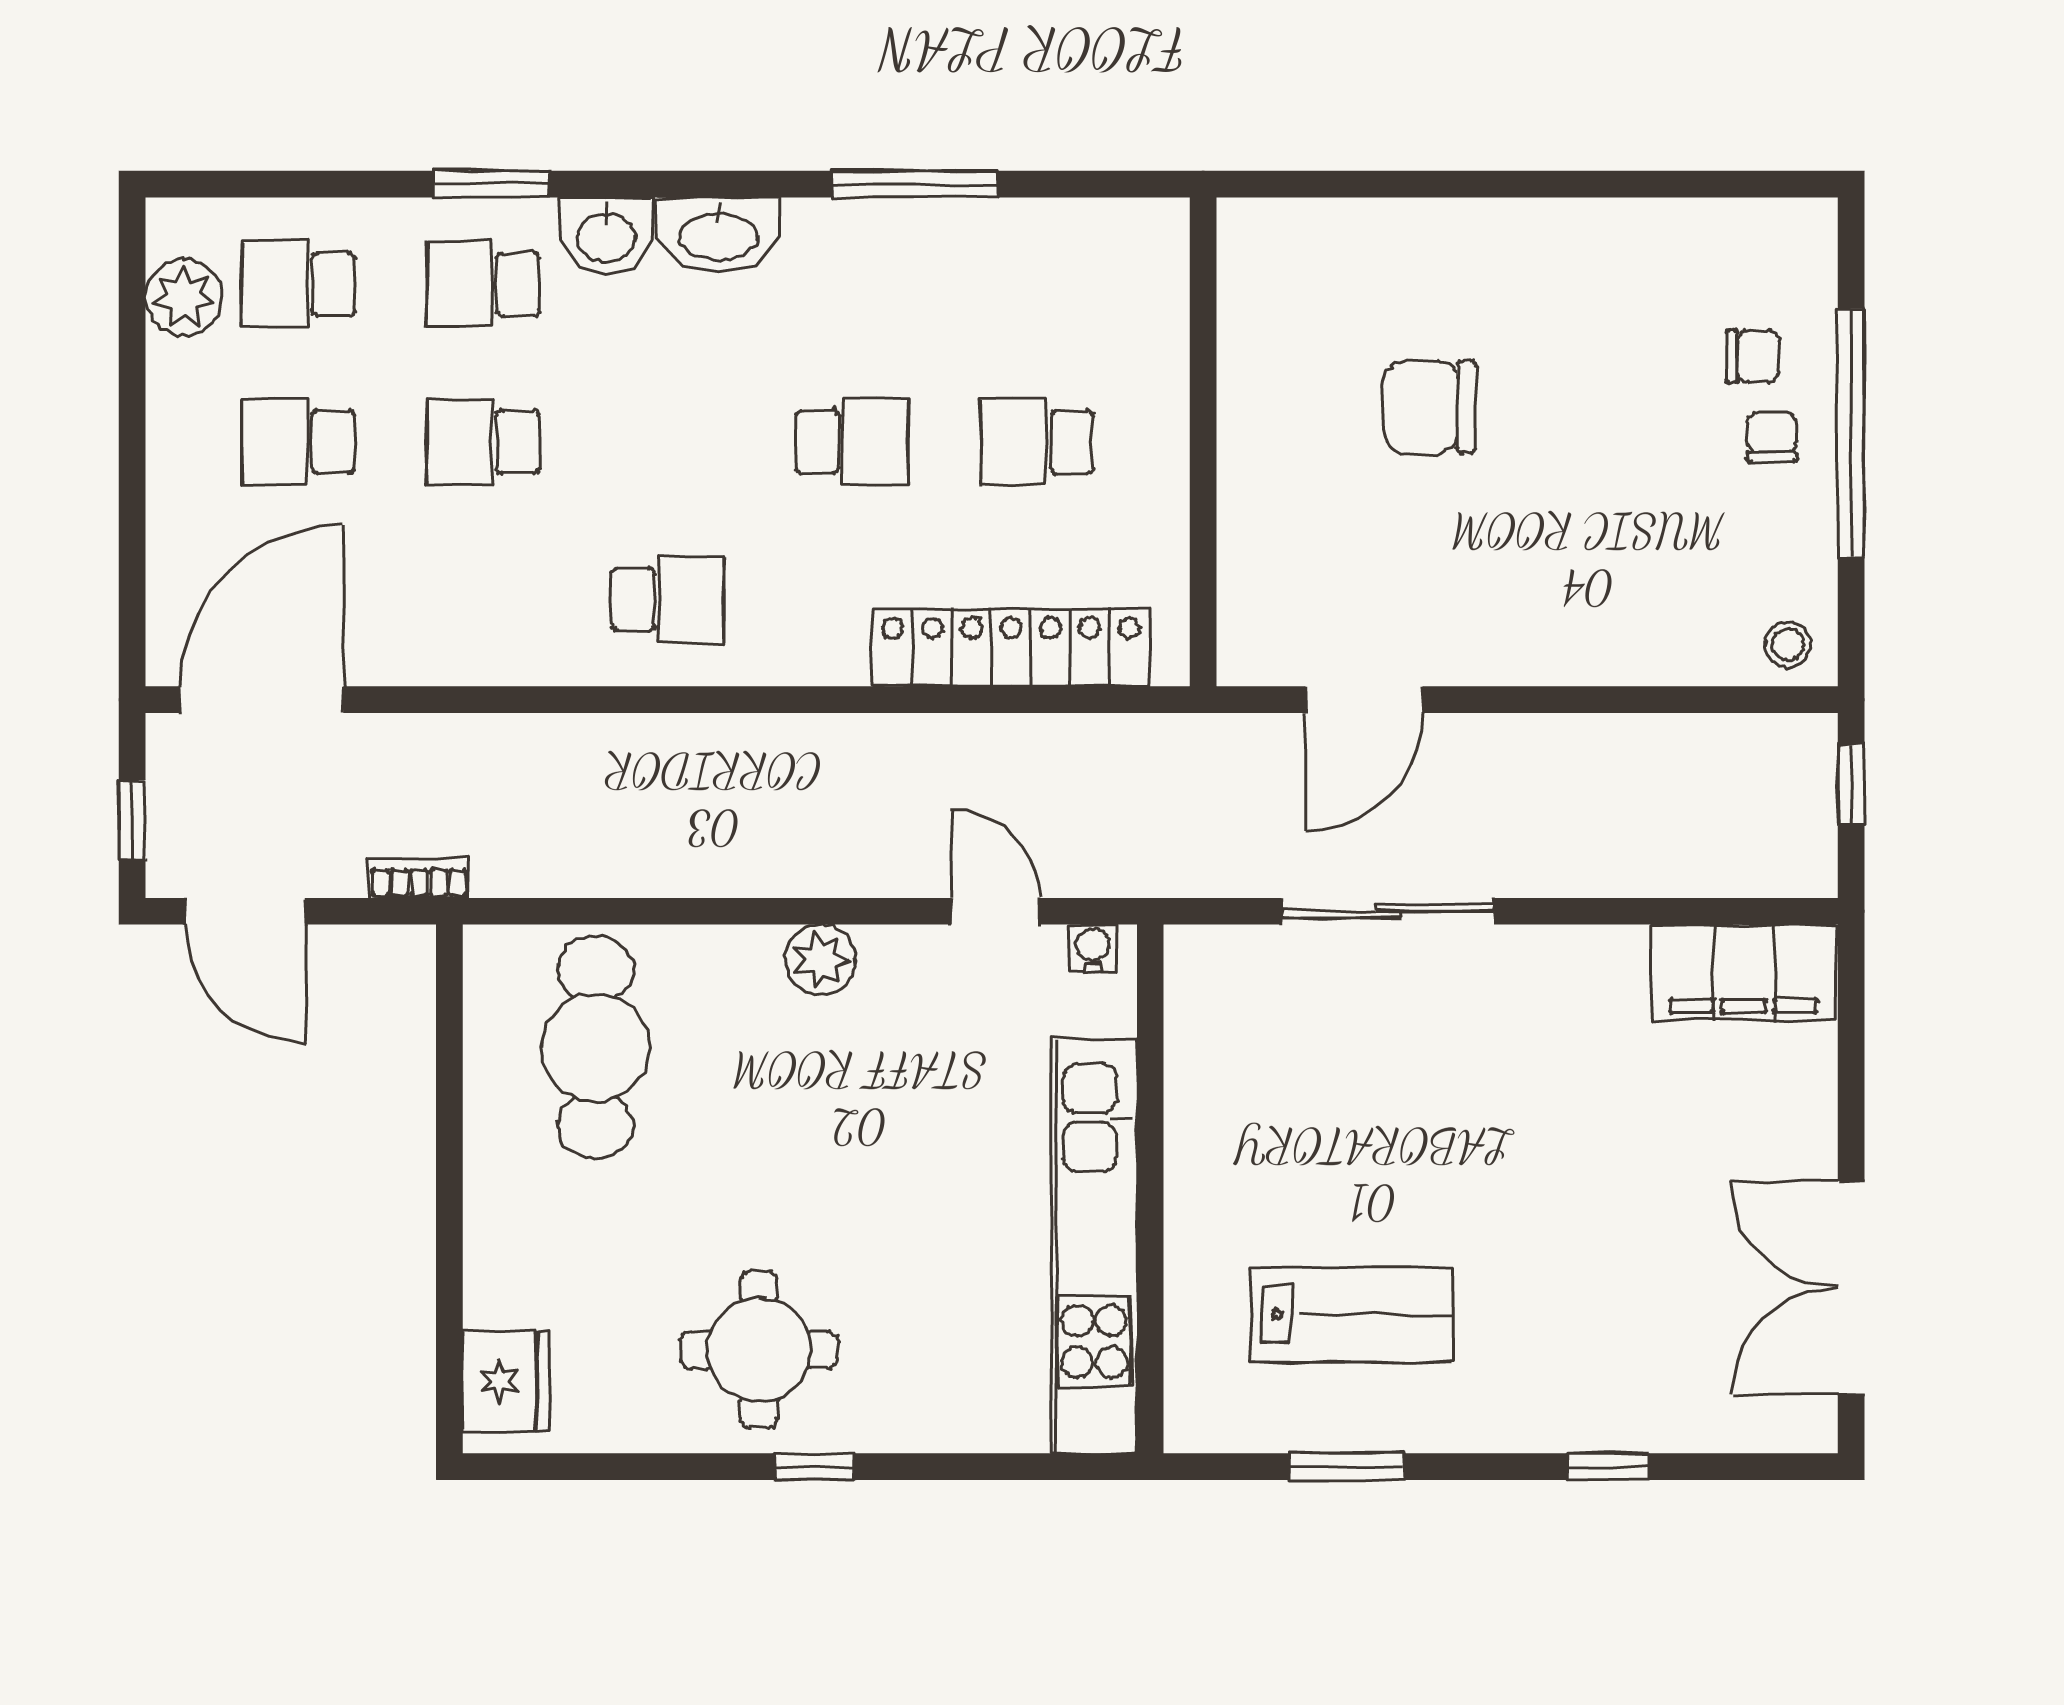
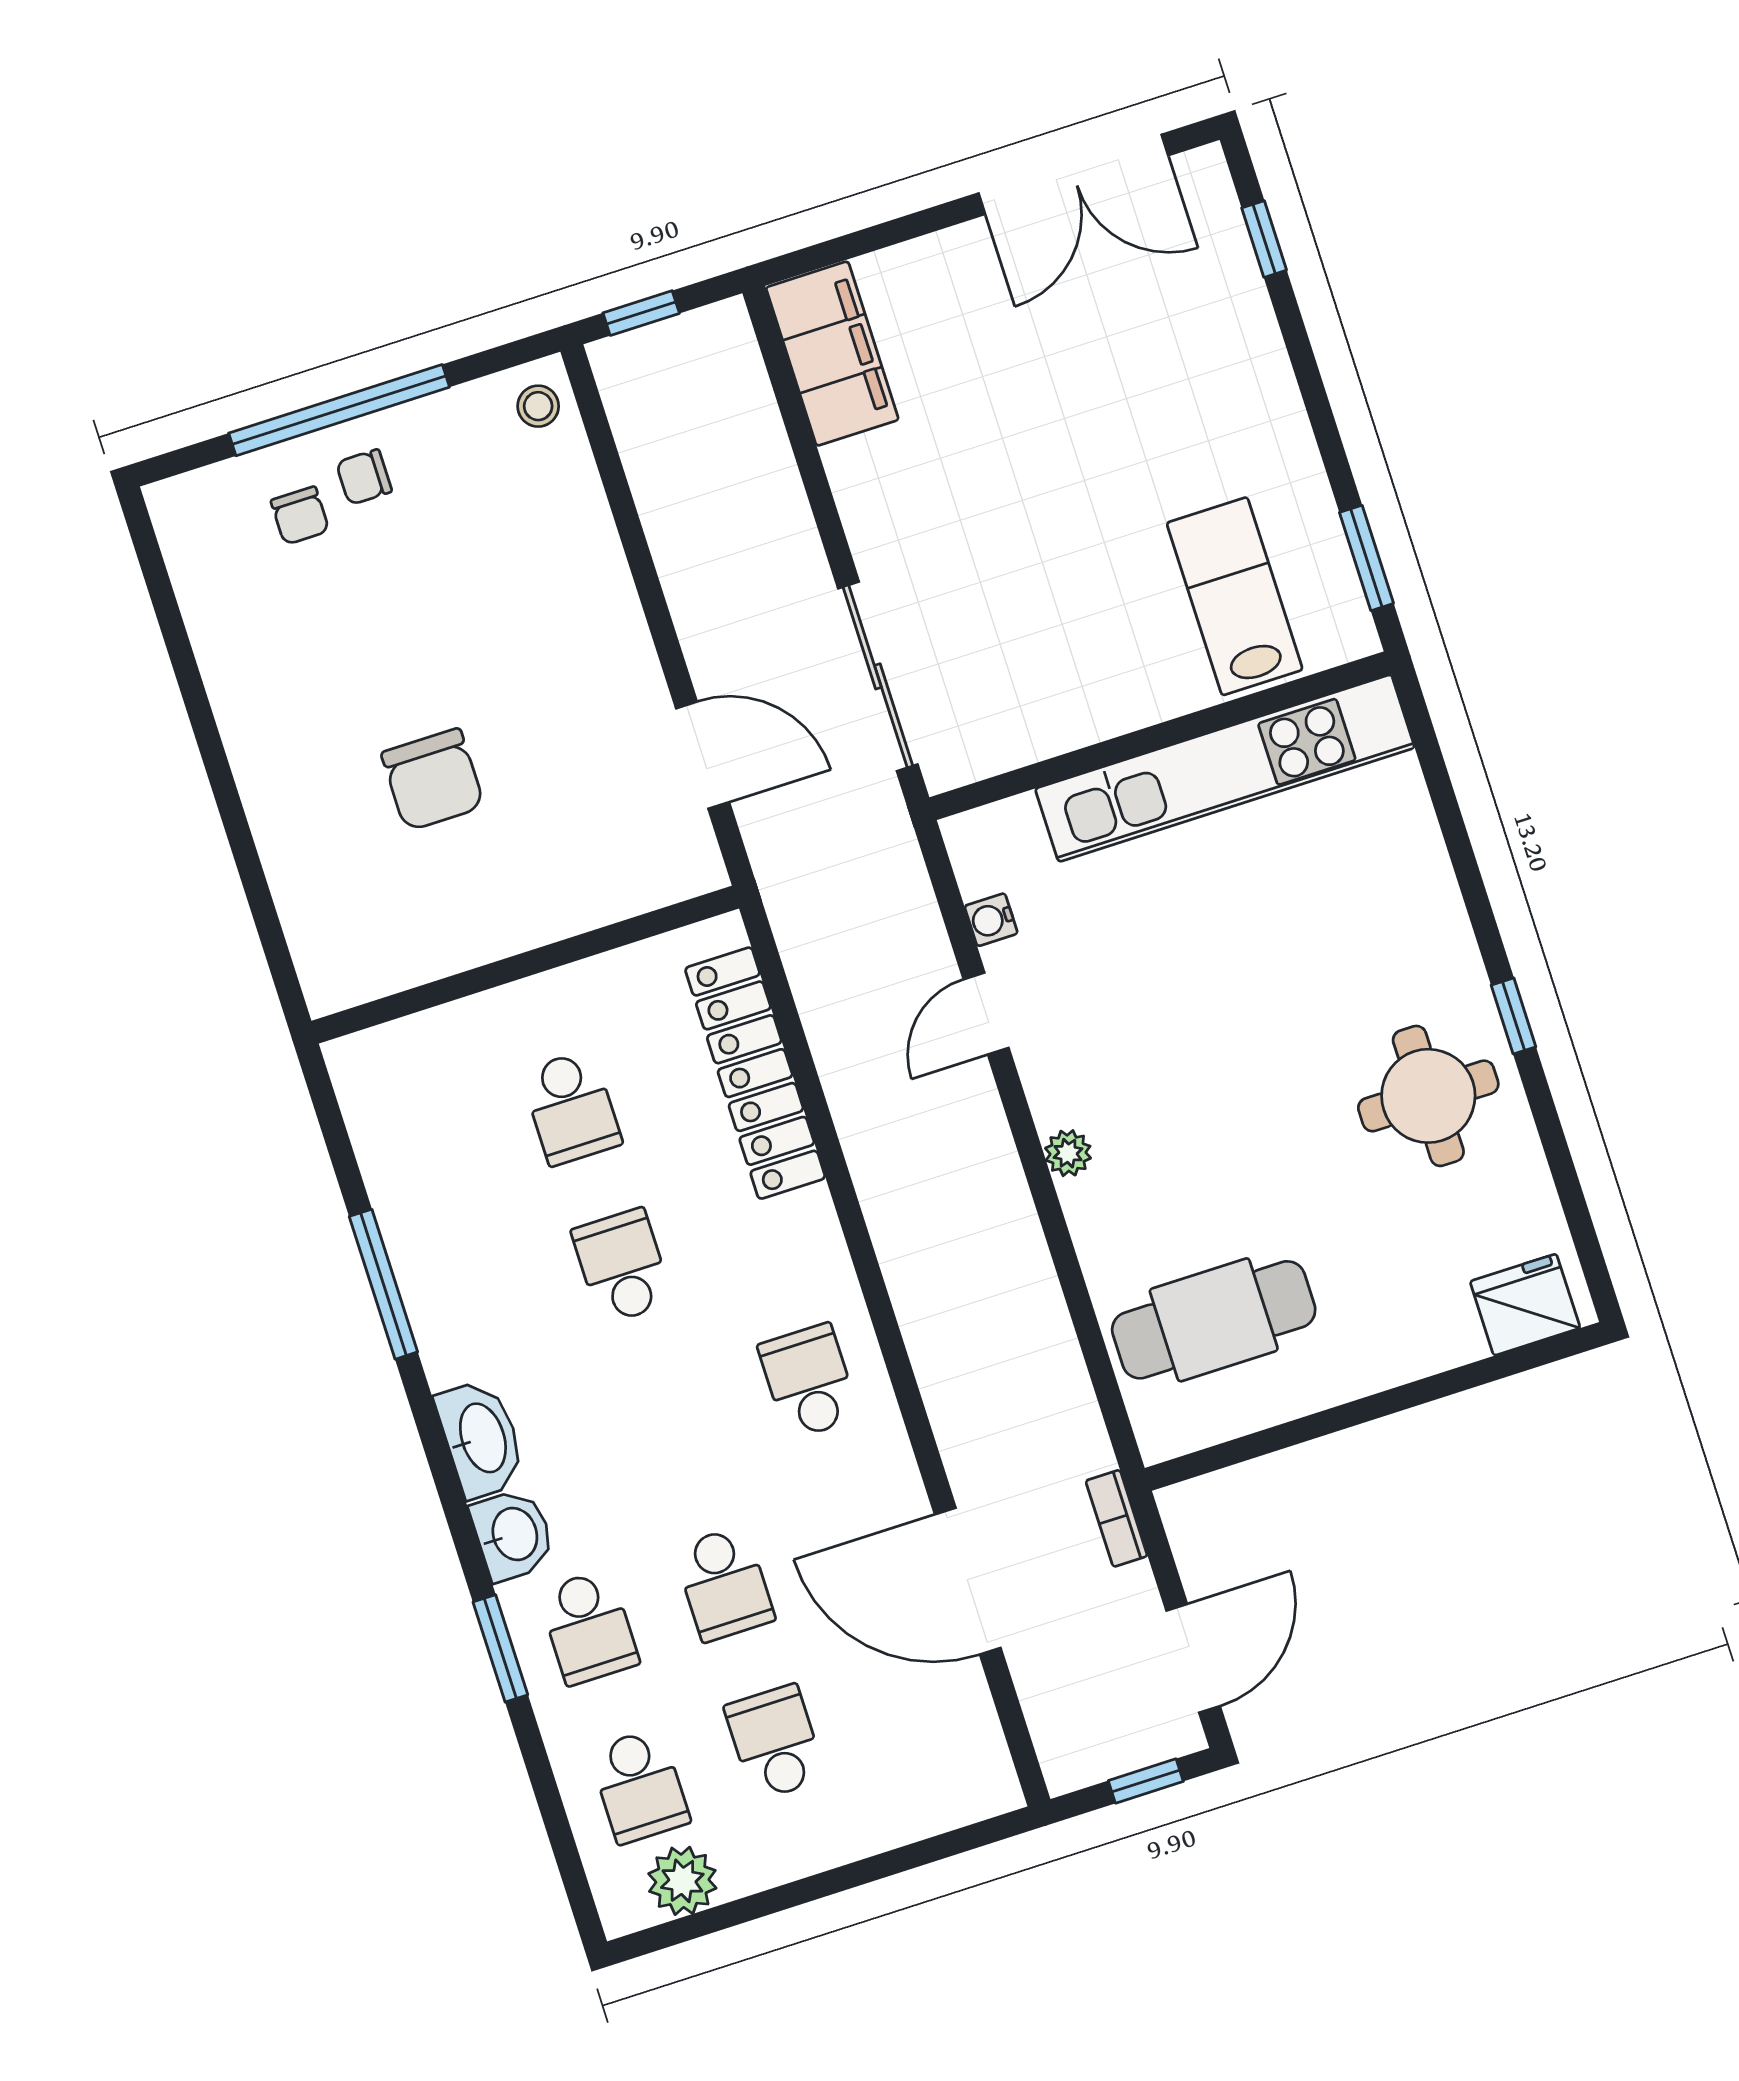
chair: (1753, 356) -> (300, 516), turned 180
school desk: (298, 442) -> (775, 1742), turned 180
door: (262, 700) -> (968, 1581), moved
plant: (821, 960) -> (1068, 1153), width x0.73, depth x0.73
wall: (1150, 1189) -> (1160, 736), moved
kitchen unit: (1094, 1246) -> (1225, 768), moved
window: (1608, 1467) -> (1264, 239), moved

